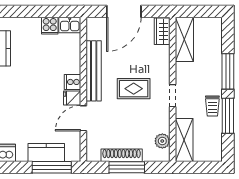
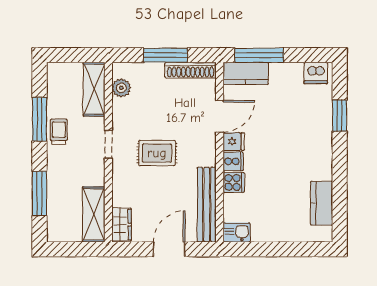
door: (124, 11) -> (169, 249), width x0.73
cooker: (50, 26) -> (234, 182), moved, turned 90
bench: (94, 71) -> (207, 205), moved
window: (228, 71) -> (40, 193), moved
kitchen counter: (46, 153) -> (246, 73), moved
shoe rack: (122, 155) -> (190, 70), moved

